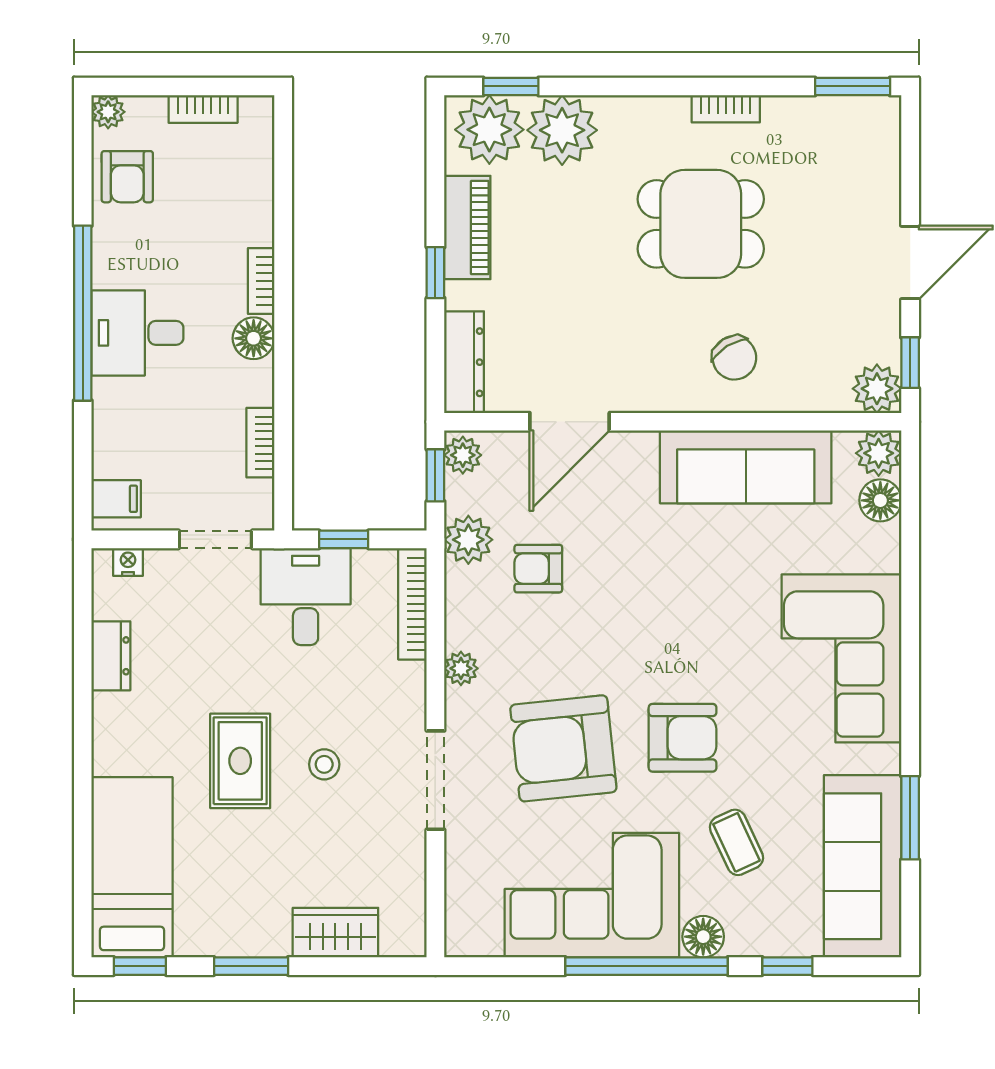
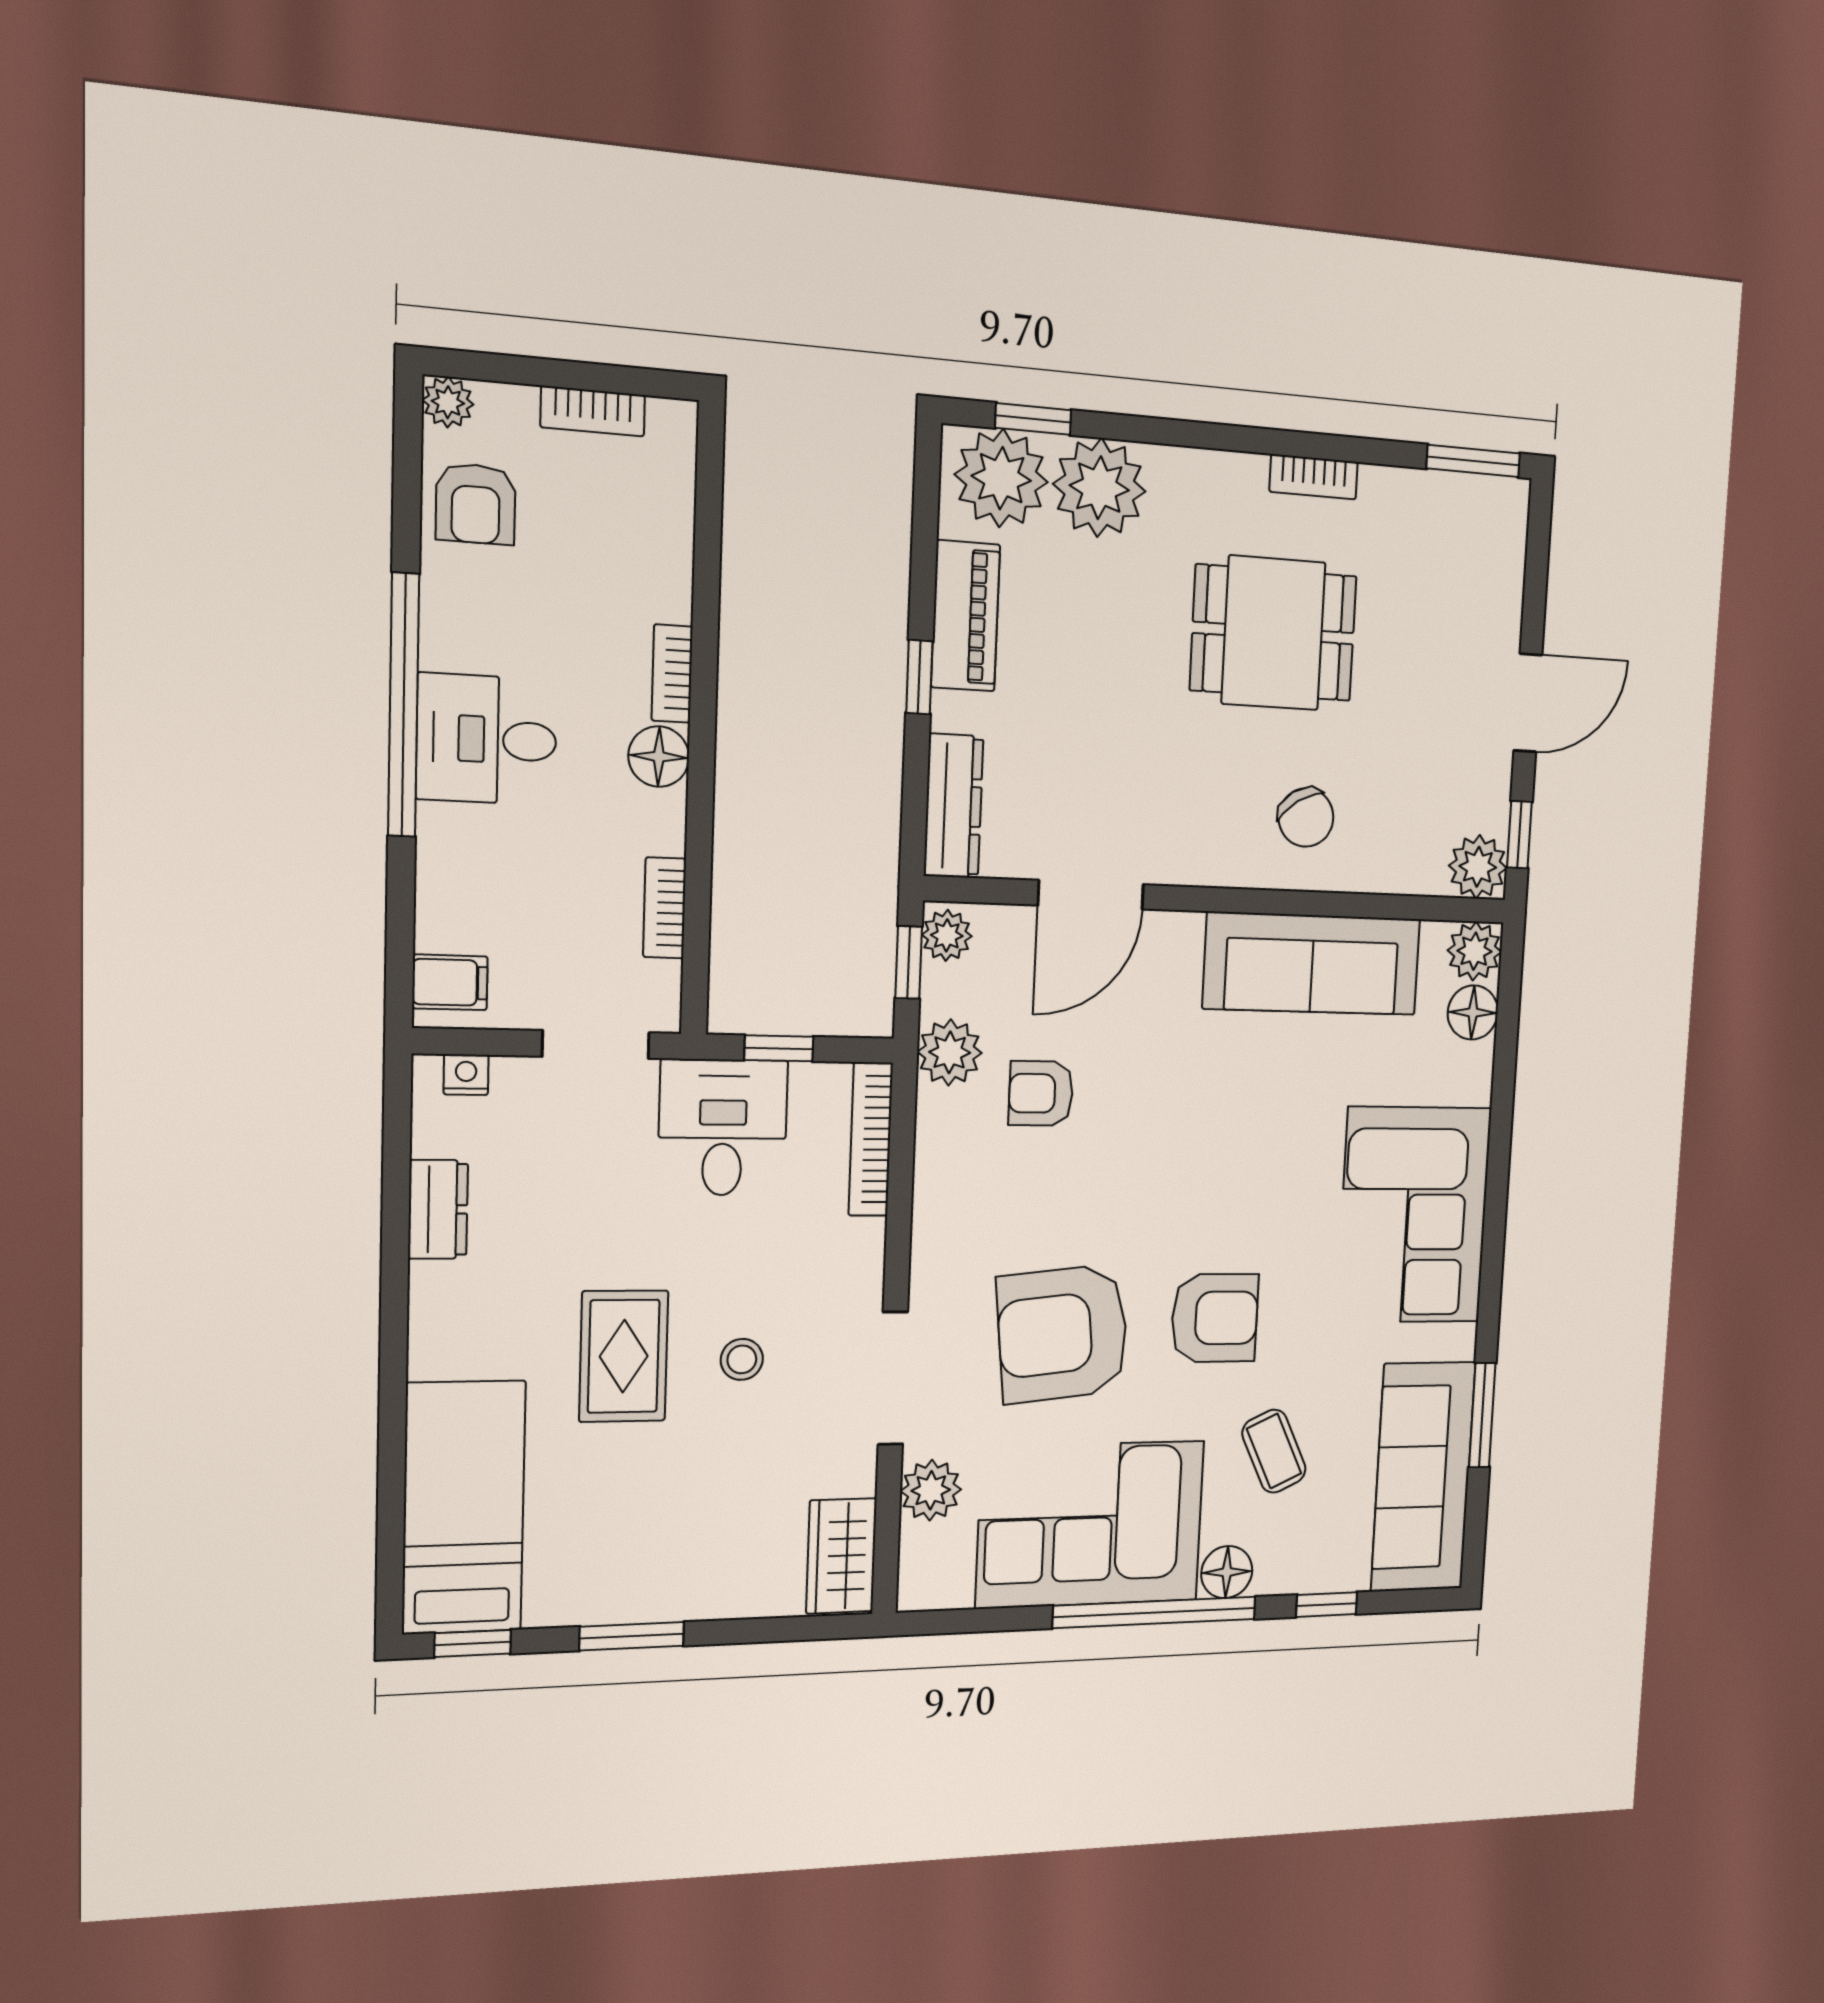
plant: (461, 668) -> (931, 1490), moved, width x1.38, depth x1.38
wardrobe: (335, 933) -> (841, 1556), moved, turned -90

